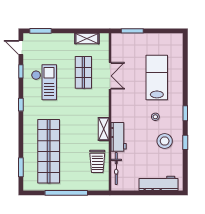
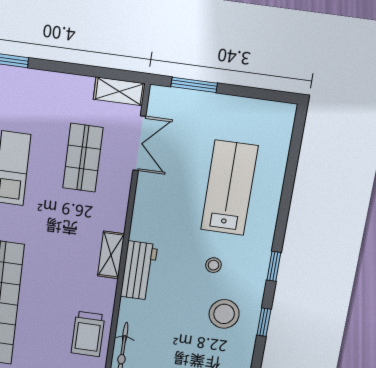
shelving: (87, 38) -> (119, 91), moved
double door: (110, 76) -> (139, 143), moved
shelving: (104, 129) -> (111, 255), moved
workbench: (119, 137) -> (139, 271), moved

